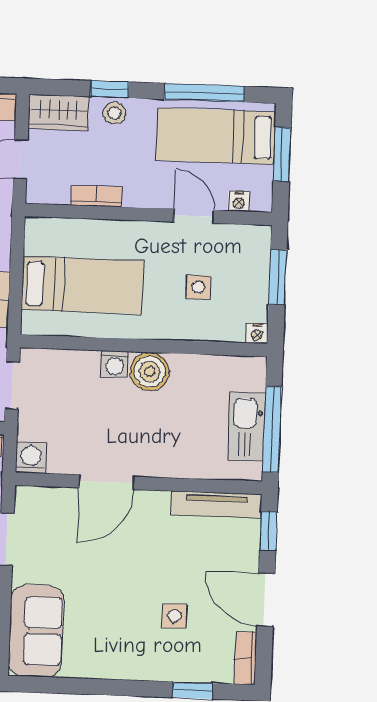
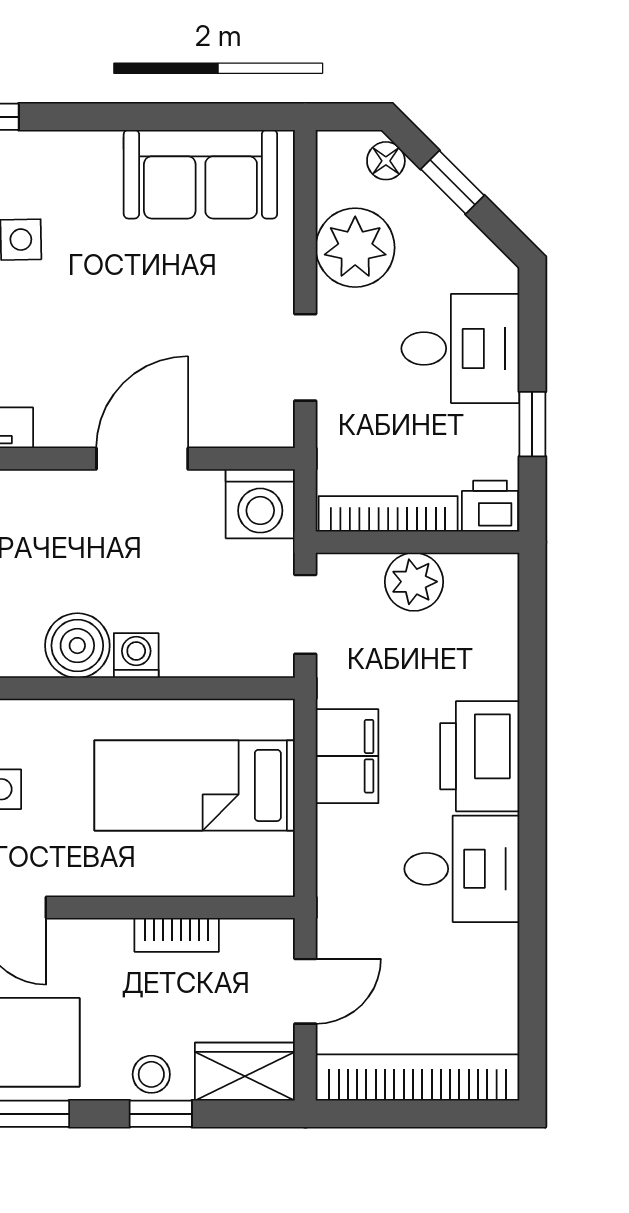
washing machine: (31, 458) -> (260, 504), width x1.38, depth x1.38
sofa: (36, 631) -> (200, 174), moved, turned -90

